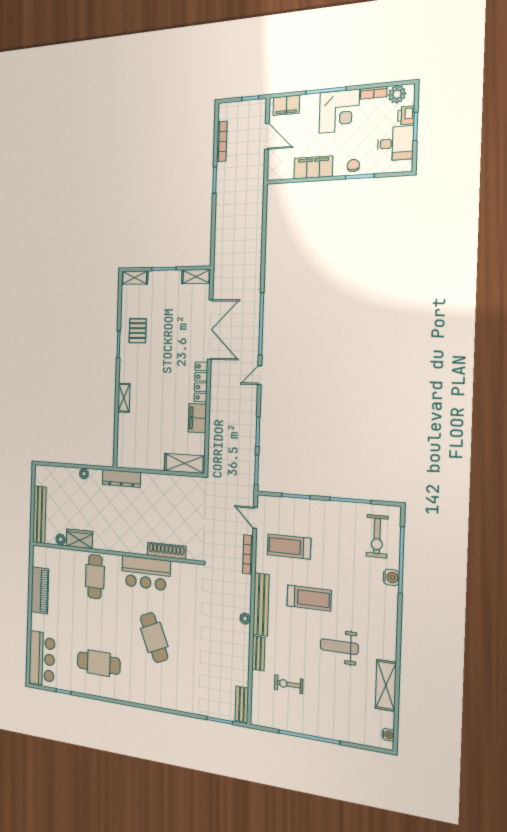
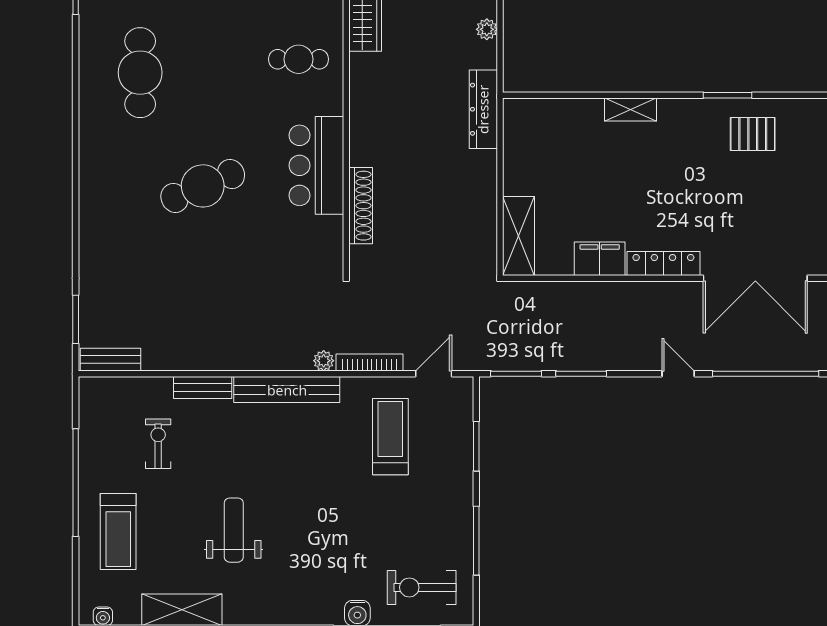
cafe table: (95, 577) -> (298, 59), width x0.73, depth x0.74
treadmill: (309, 598) -> (118, 531), moved
plant: (245, 619) -> (324, 361), moved

